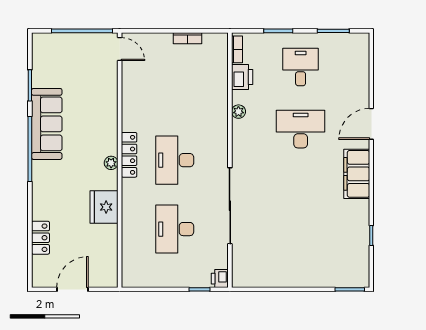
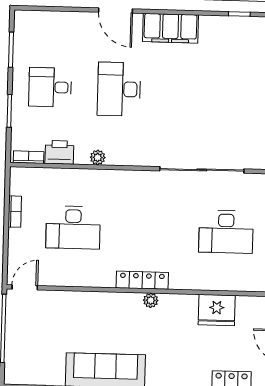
desk: (175, 160) -> (73, 228), moved
fridge: (104, 207) -> (217, 310), moved

